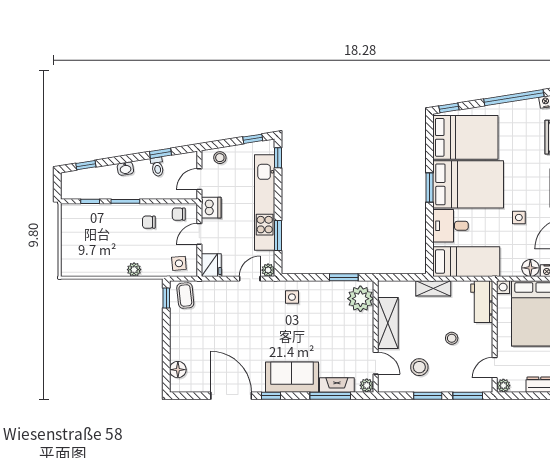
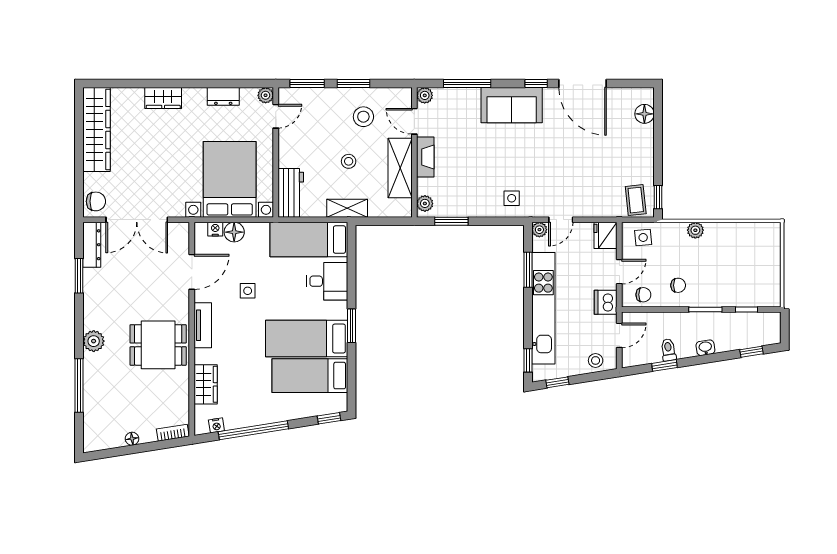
bed: (465, 137) -> (310, 376), width x0.67
bed: (468, 184) -> (307, 339), width x0.67
plant: (360, 299) -> (425, 203), width x0.53, depth x0.53
stool: (452, 338) -> (349, 161), moved
fireplace: (337, 385) -> (425, 157), moved, turned -90

